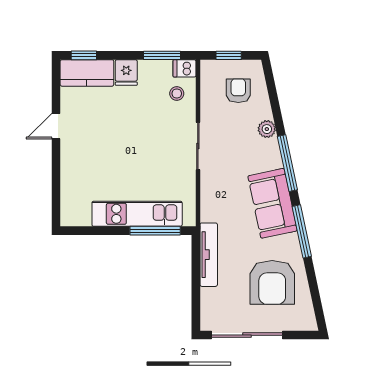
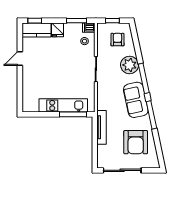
plant: (267, 129) -> (130, 65), width x1.88, depth x1.88

